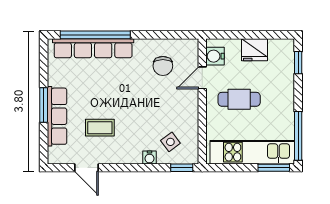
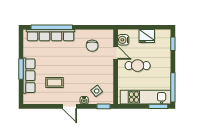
door: (202, 78) -> (116, 53), swing flipped
door: (87, 168) -> (69, 106), moved

